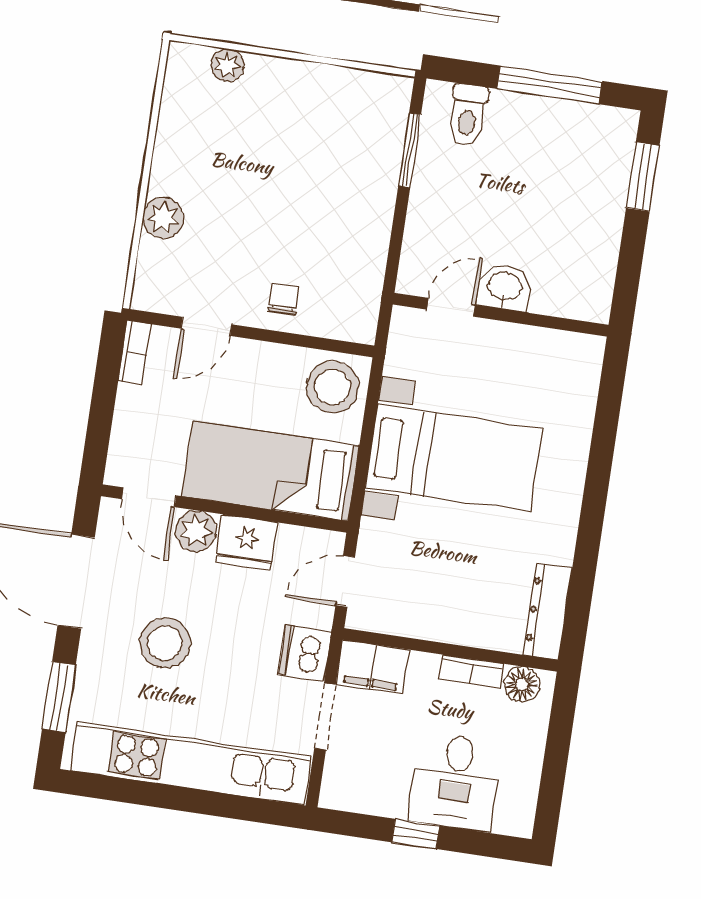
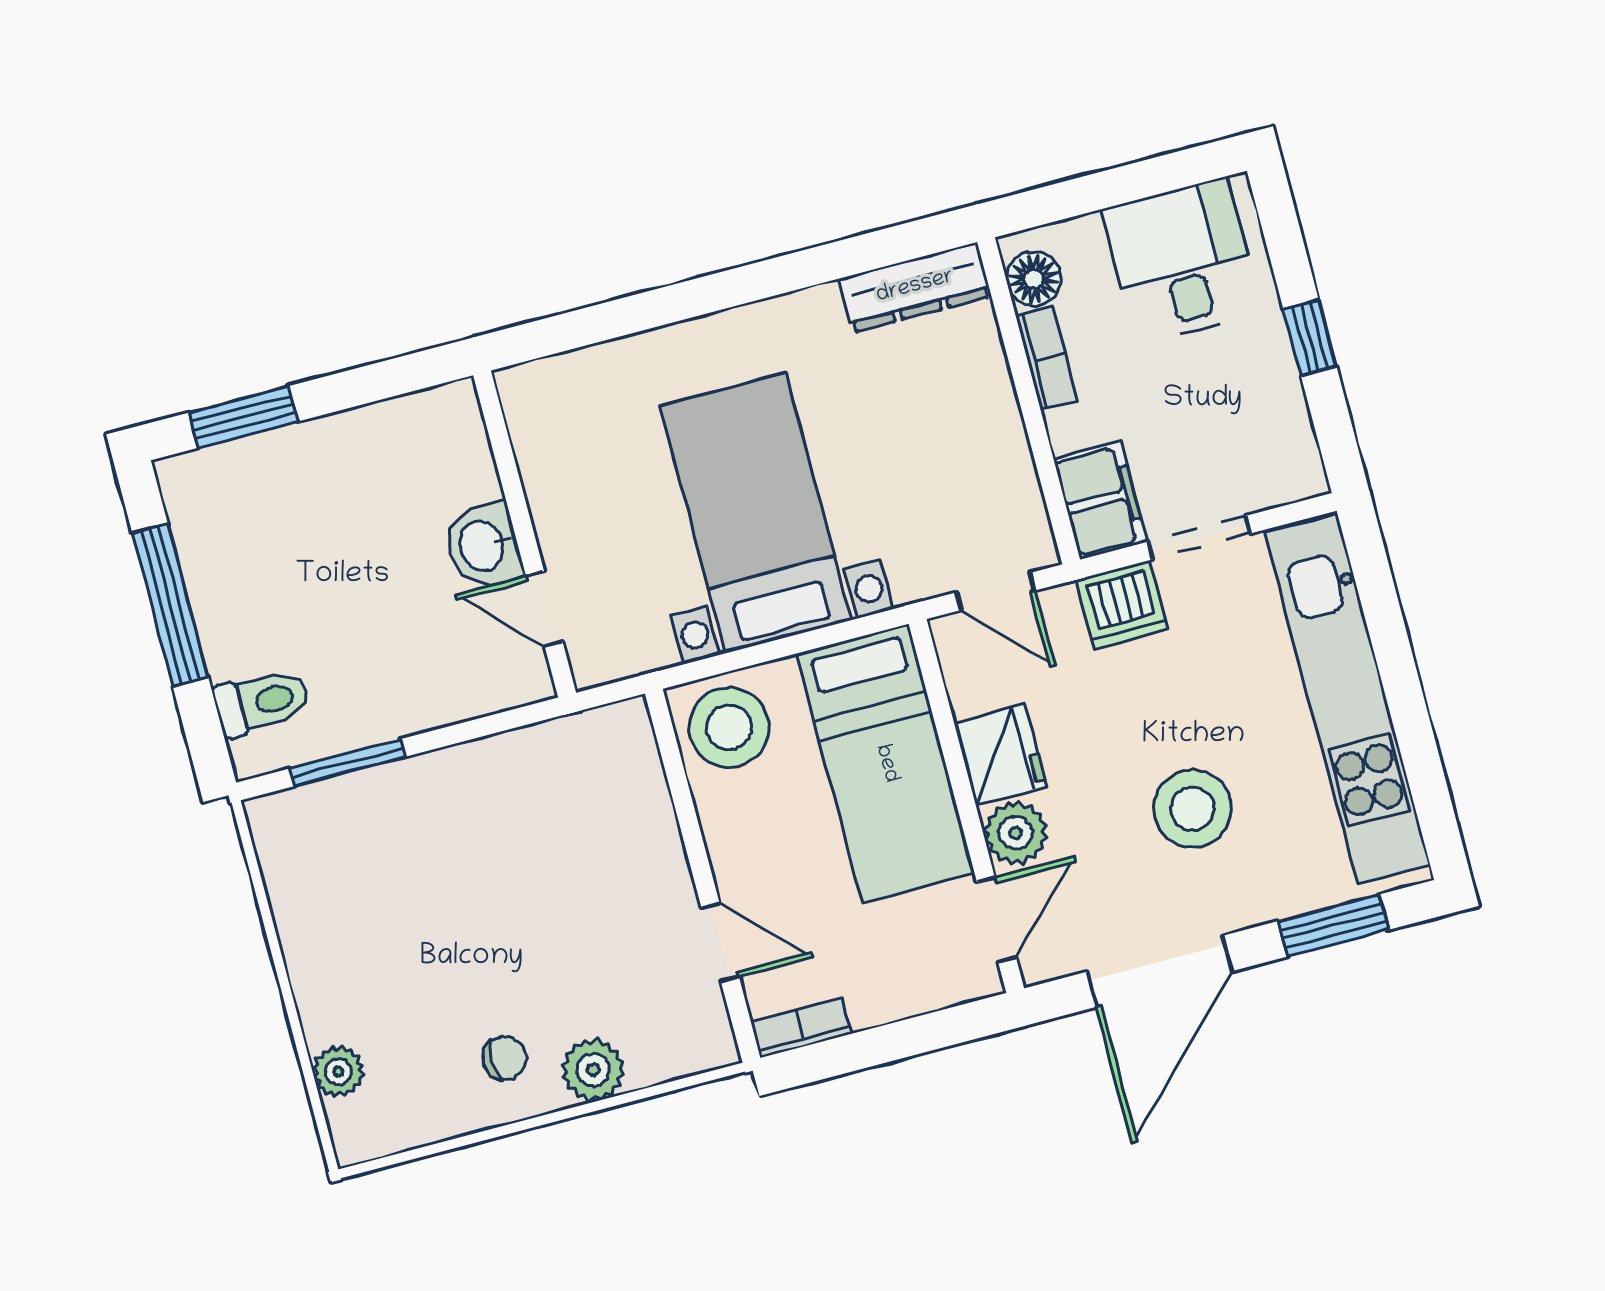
chair: (284, 299) -> (505, 1058), moved, turned 180
desk: (456, 782) -> (1182, 261), moved, turned -90

